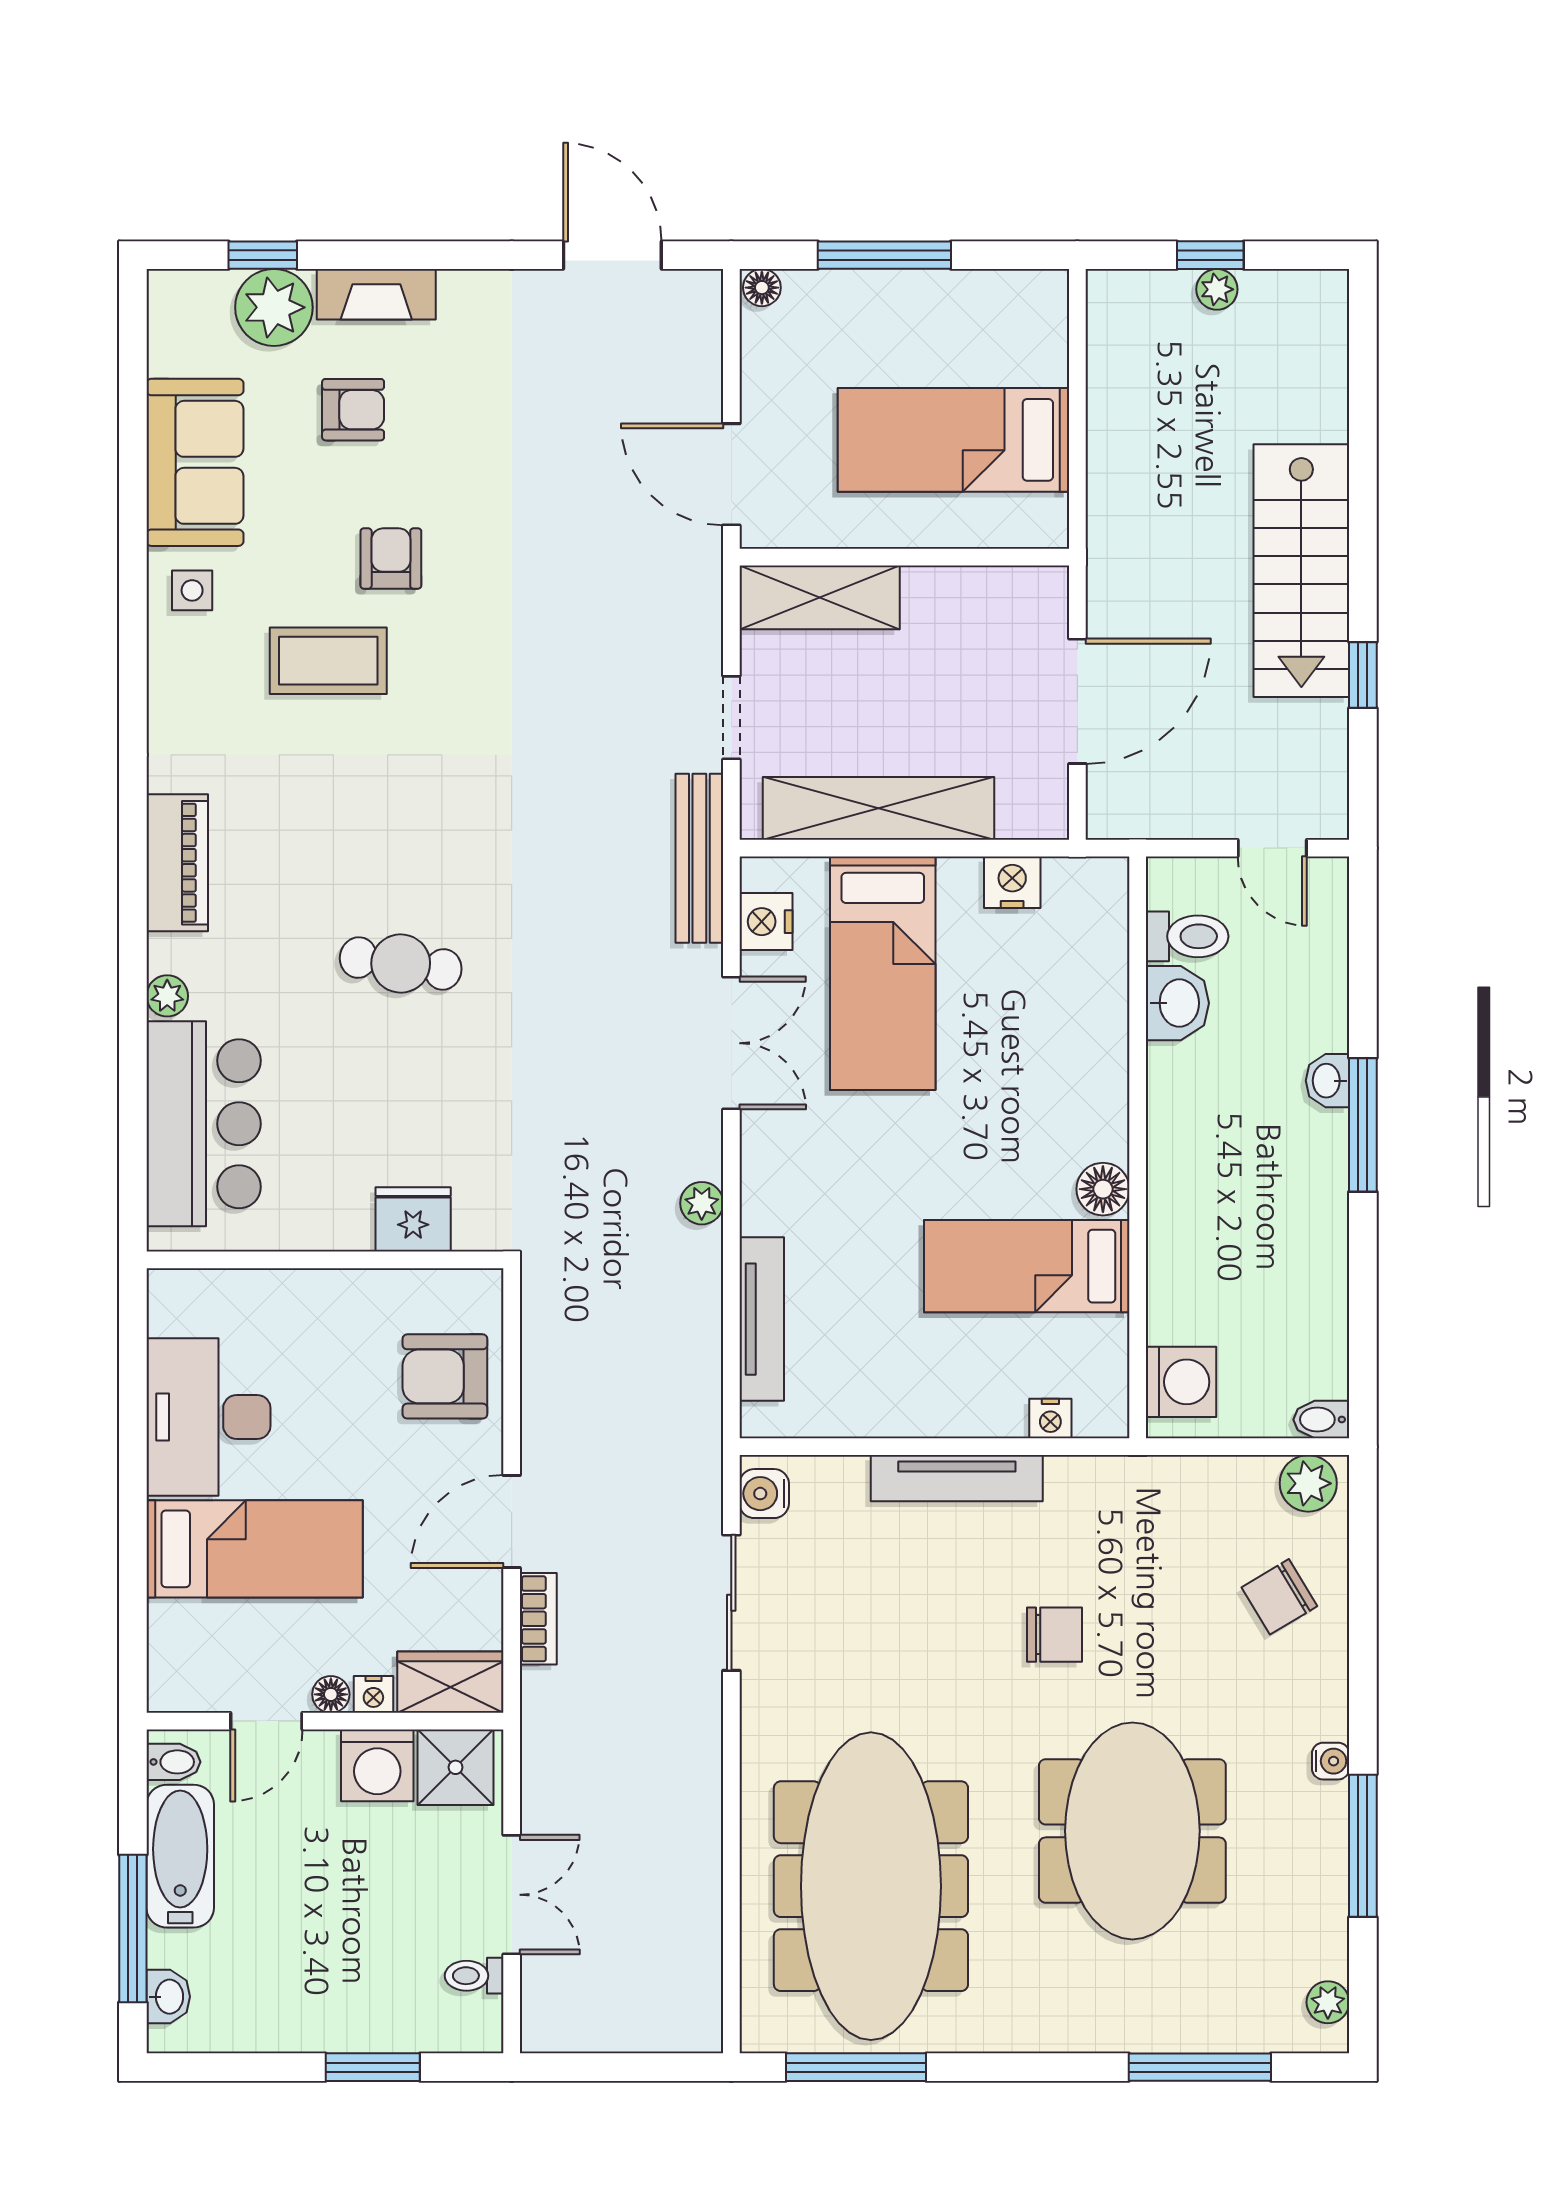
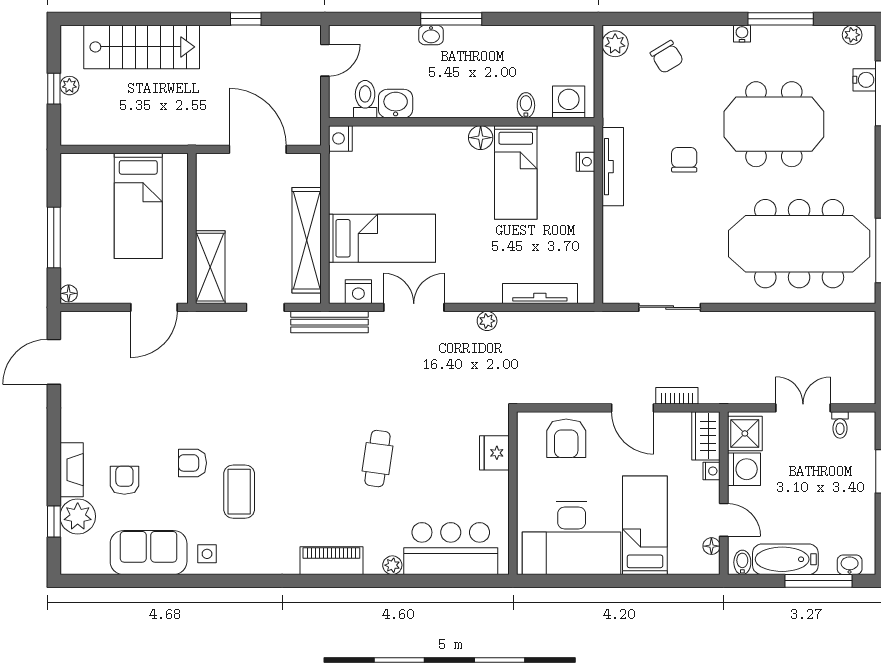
stairs: (1301, 571) -> (142, 47), moved
nightstand: (1012, 882) -> (340, 138), moved
desk: (208, 1417) -> (572, 538), width x1.36, depth x1.30
bidet: (1321, 1420) -> (526, 105), moved, turned 180
tv unit: (957, 1478) -> (613, 167), moved
water cooler: (764, 1494) -> (864, 80), moved, turned -90
floor lamp: (331, 1694) -> (711, 546), moved

